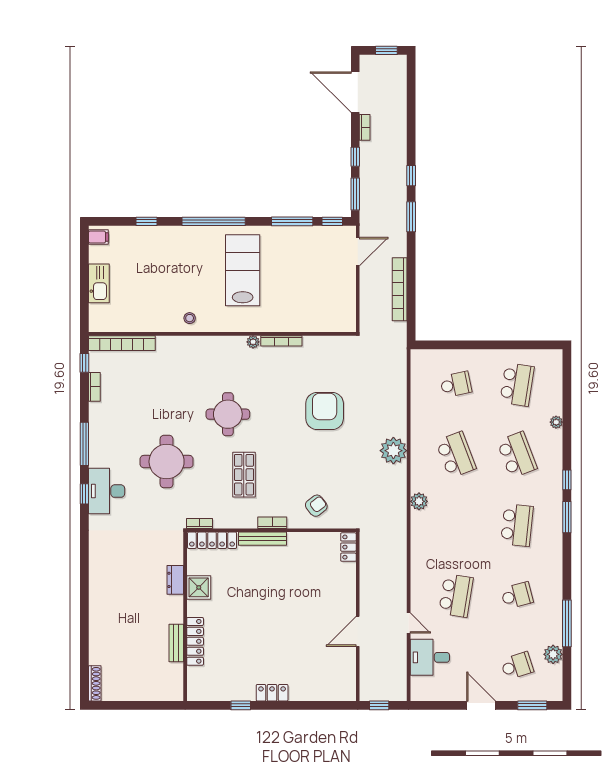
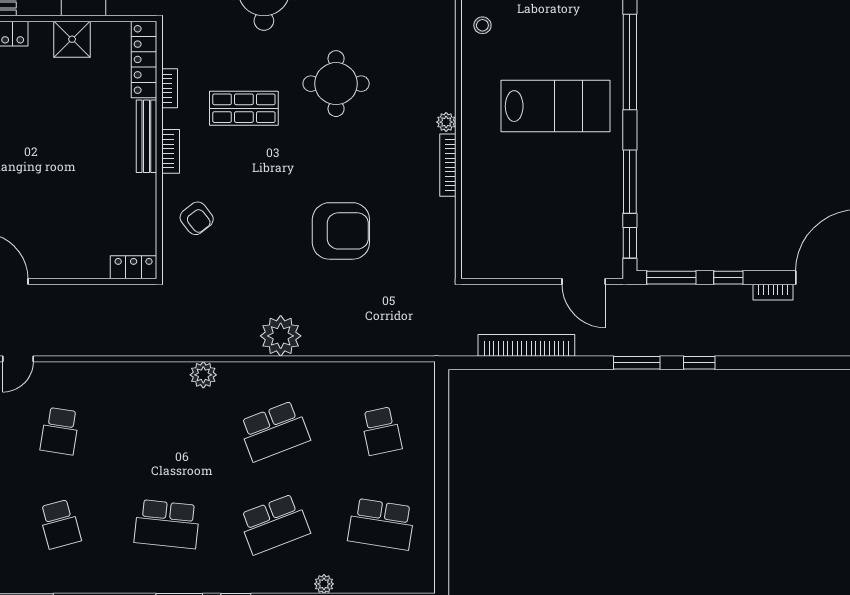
bookcase: (200, 523) -> (170, 88), moved
school desk: (456, 595) -> (60, 431), width x0.54

